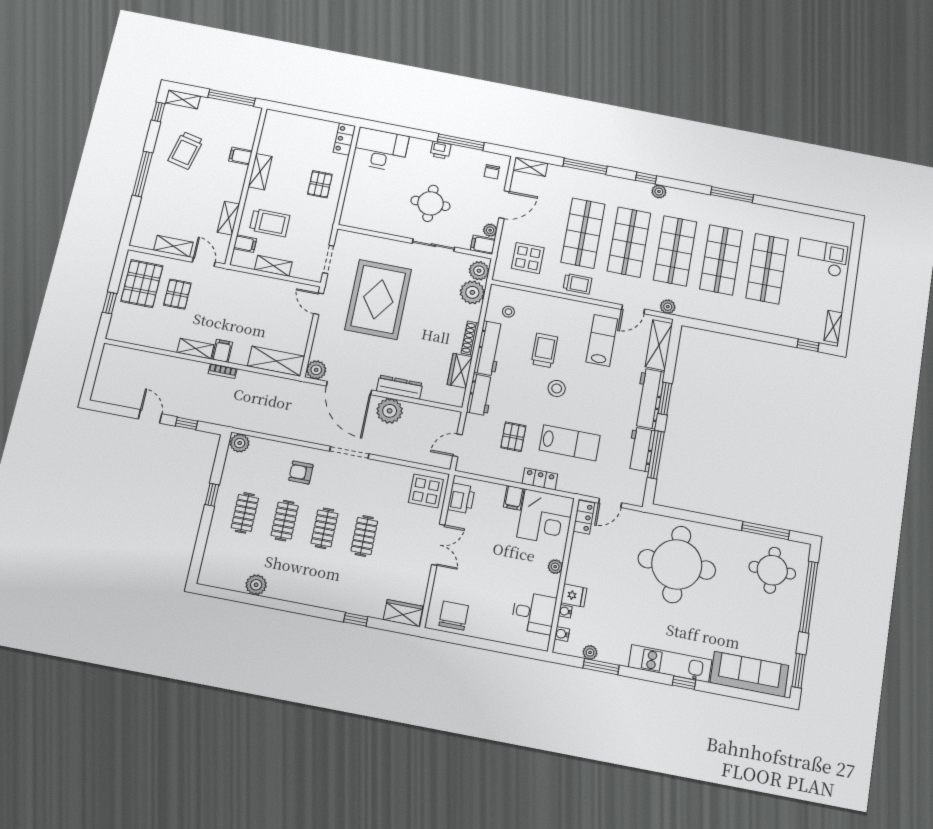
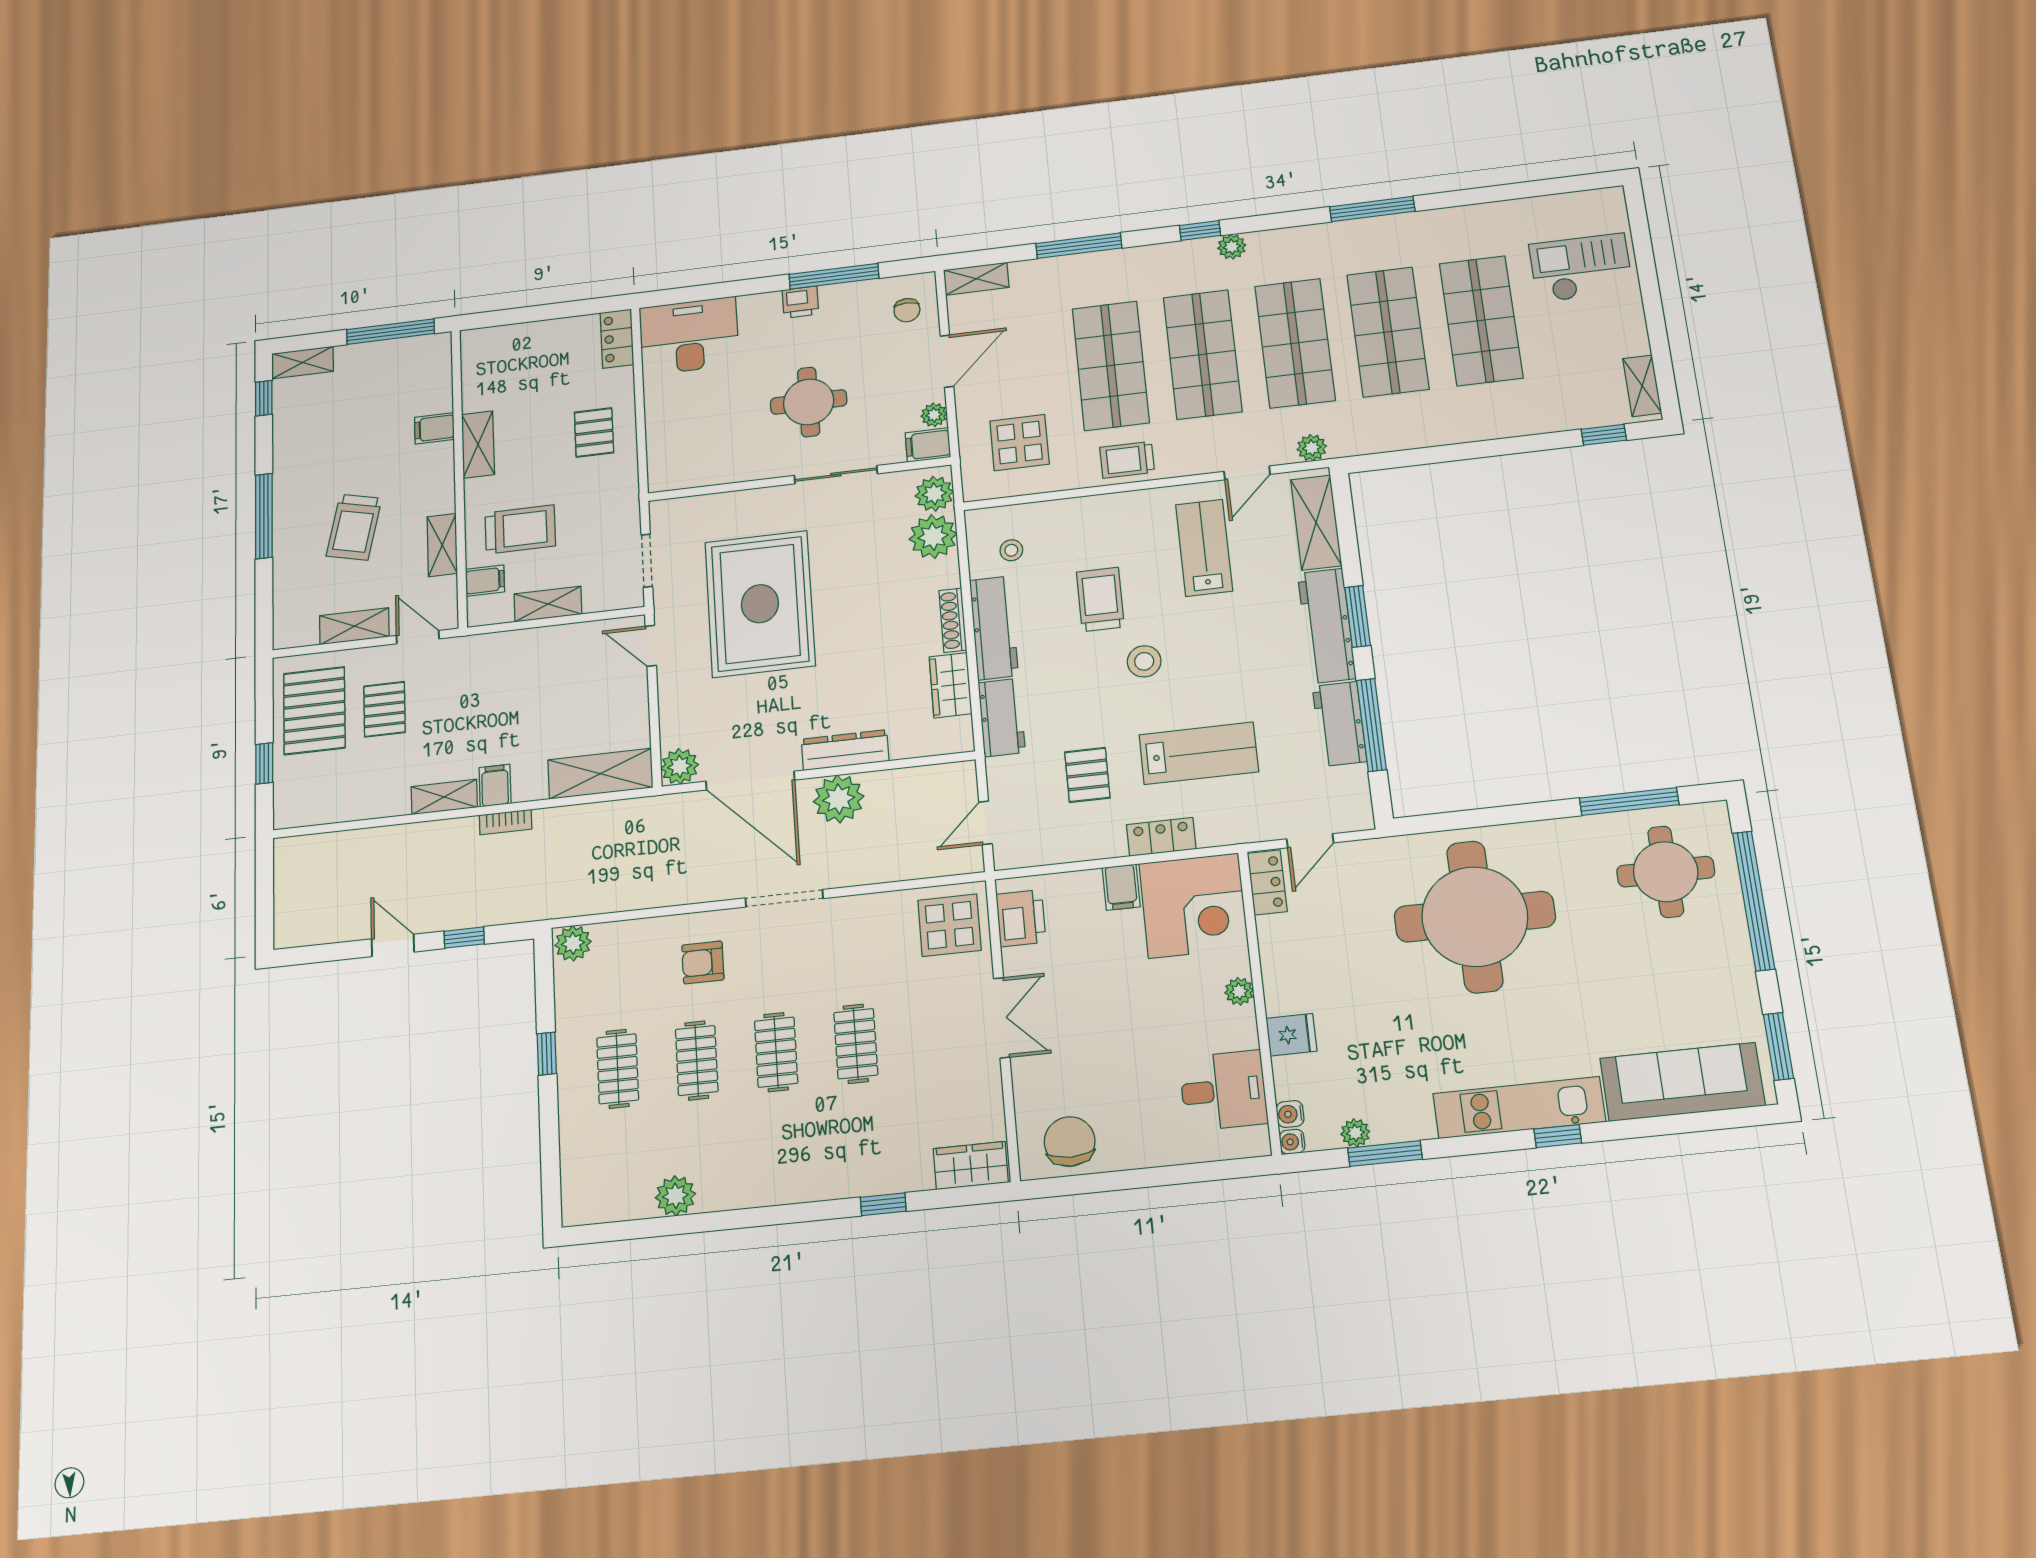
trolley: (186, 150) -> (354, 527), moved
trolley: (577, 284) -> (1127, 460), turned 180
water cooler: (565, 611) -> (1292, 1142), moved

